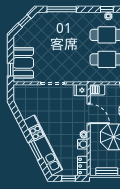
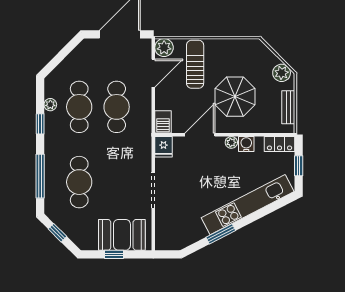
window: (107, 9) -> (40, 124), moved
cafe table: (58, 35) -> (79, 182), added
window: (10, 70) -> (114, 254), moved
window: (35, 150) -> (221, 234), moved

